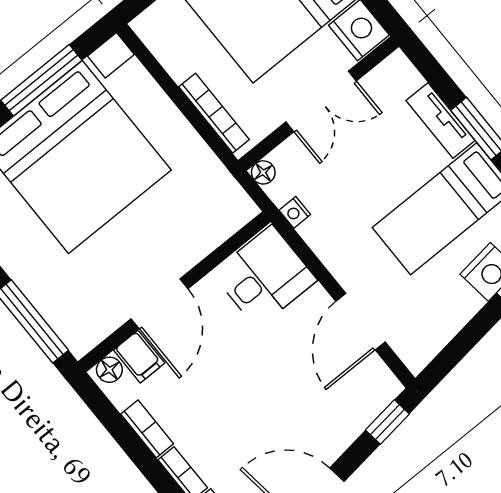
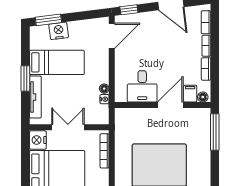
tv unit: (440, 120) -> (35, 97), width x1.41
floor lamp: (263, 172) -> (104, 89), moved
desk: (265, 277) -> (142, 86), moved, turned -90
door: (360, 322) -> (112, 36), moved

